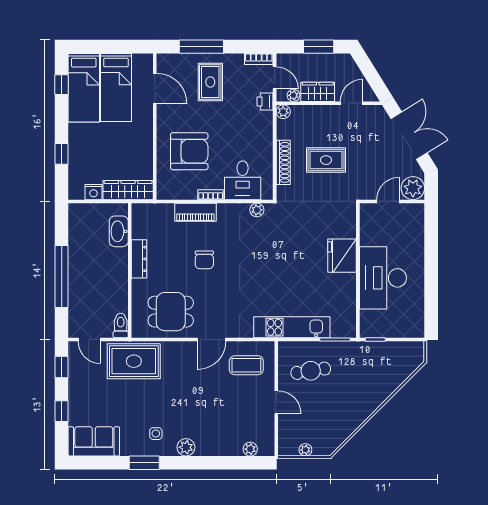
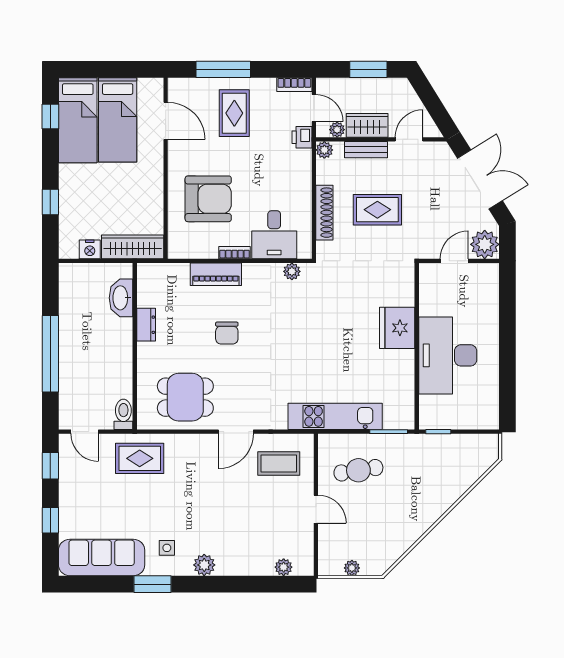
bench: (317, 111) -> (366, 150), added
dresser: (139, 259) -> (146, 325), width x0.70
rug: (134, 361) -> (140, 458), width x0.73, depth x0.70
sofa: (94, 441) -> (102, 558), width x1.36

